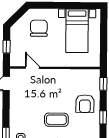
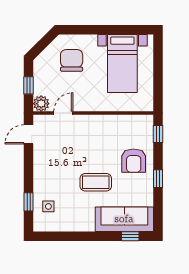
plant: (16, 60) -> (41, 104), added
door: (32, 68) -> (63, 113), hinge flipped

